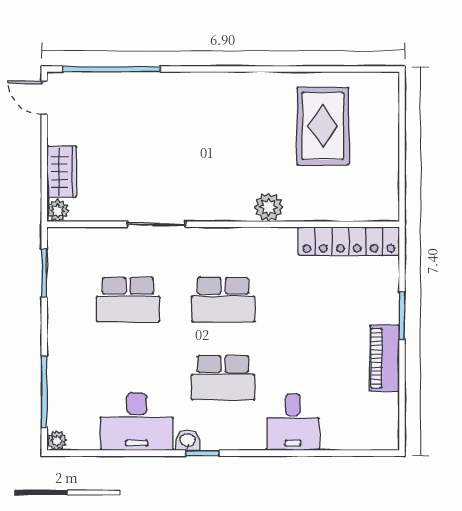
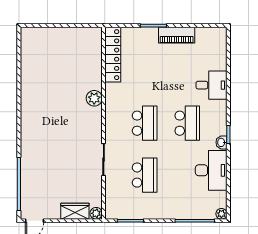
rug: (323, 126) -> (50, 69), removed

